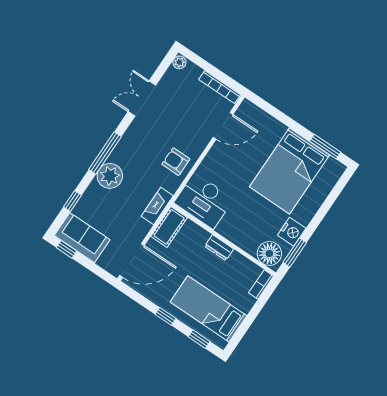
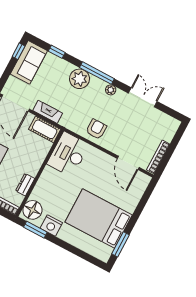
plant: (179, 62) -> (111, 90), moved
fireplace: (157, 206) -> (48, 112), moved
dresser: (219, 248) -> (25, 185), moved

